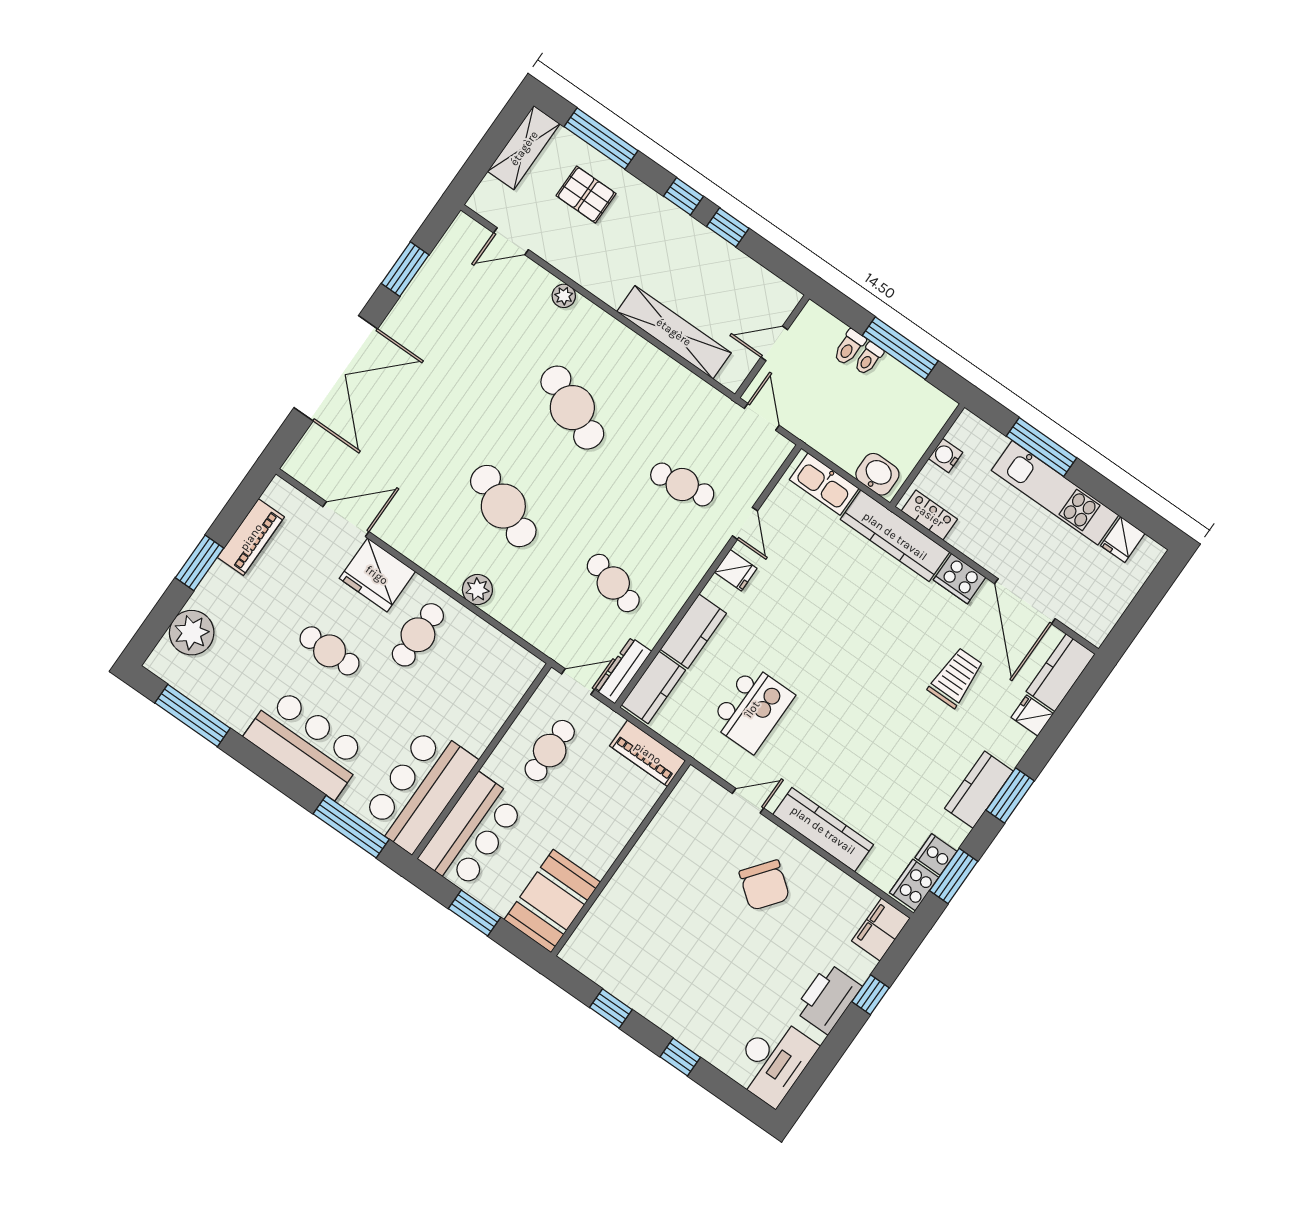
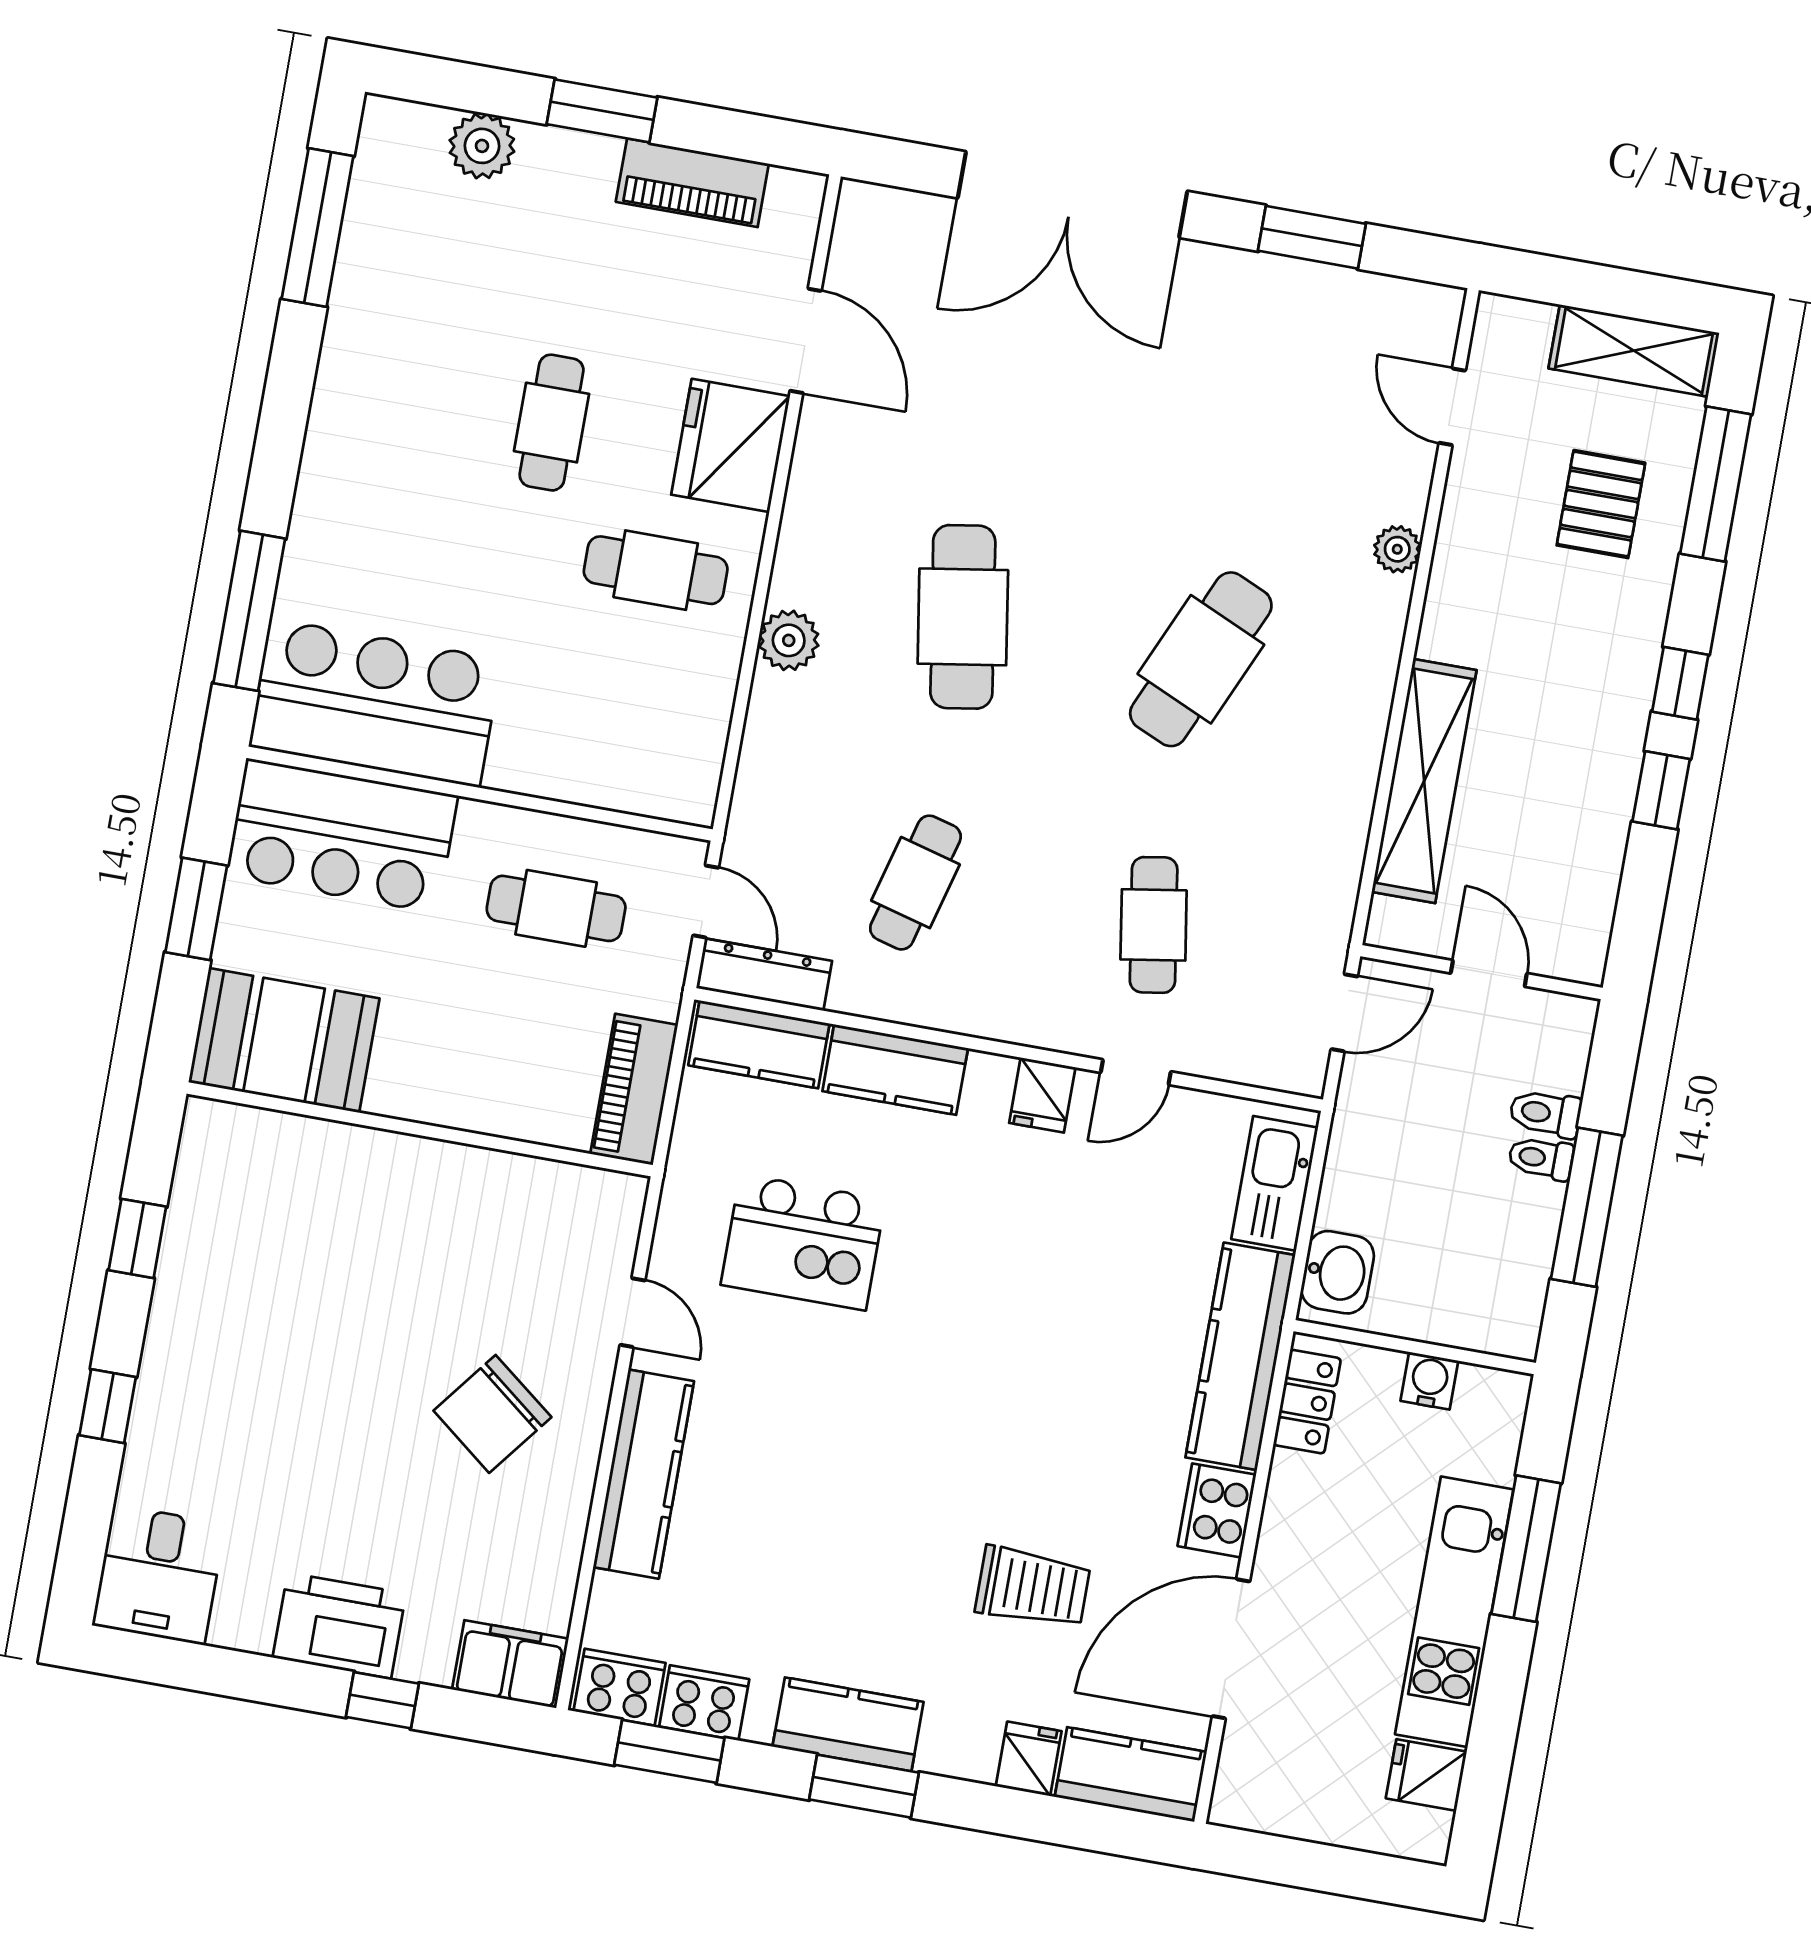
cafe table: (503, 506) -> (963, 617), turned -30
plant: (192, 633) -> (482, 146), width x0.73, depth x0.73
bar counter: (306, 743) -> (363, 459), removed
cooker: (936, 854) -> (704, 1703), width x1.36
desk: (773, 1061) -> (159, 1575), width x0.73

